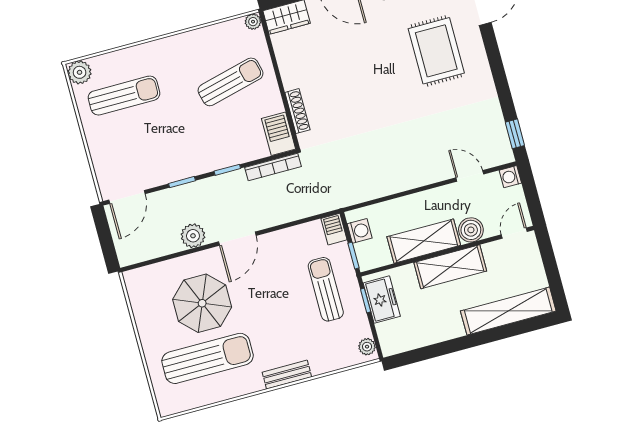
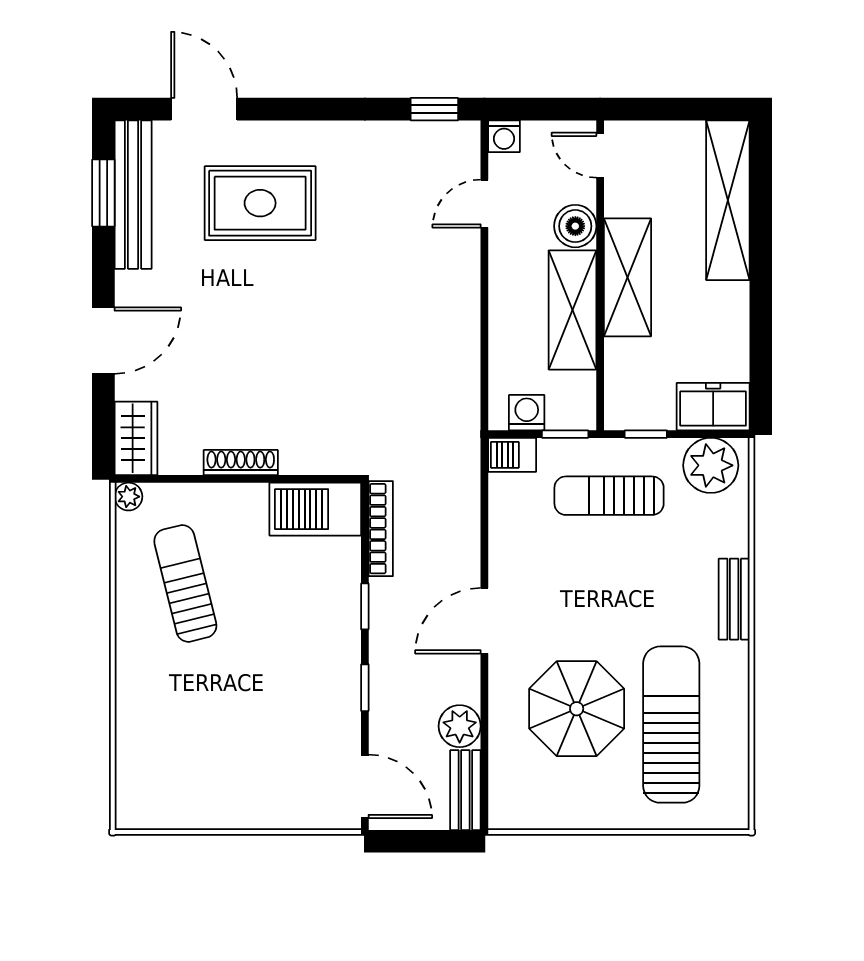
plant: (80, 72) -> (135, 810), removed
sun lounger: (231, 82) -> (185, 583), moved
sun lounger: (124, 96) -> (194, 746), removed
shoe rack: (297, 111) -> (241, 463), moved
barbecue: (279, 134) -> (315, 509), width x1.37, depth x1.21
plant: (193, 236) -> (460, 726), moved
door: (237, 239) -> (484, 621), swing flipped
bench: (140, 253) -> (465, 790), added
freezer: (382, 300) -> (713, 407), moved
plant: (367, 347) -> (711, 465), width x1.87, depth x1.87

